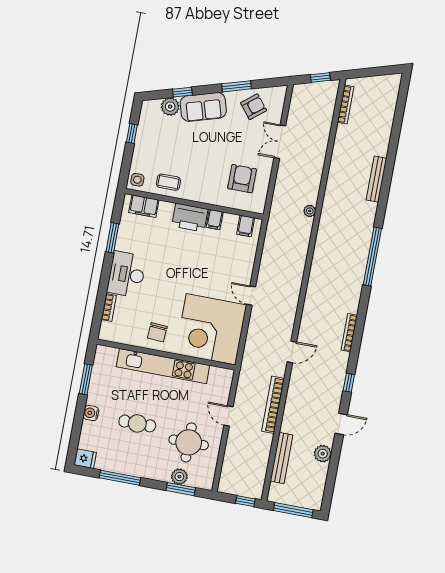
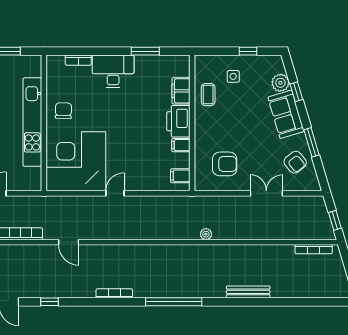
side table: (137, 180) -> (233, 76), moved
filing cabinet: (144, 206) -> (181, 91), moved
chair: (157, 332) -> (63, 111), turned 88
bookcase: (349, 333) -> (114, 293), moved

